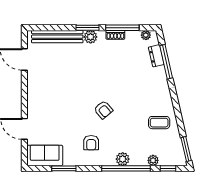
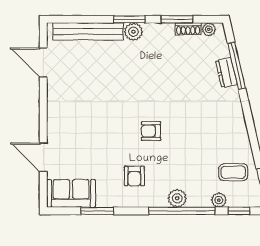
window: (122, 28) -> (177, 19), width x0.69
shoe rack: (115, 35) -> (188, 29), moved
dresser: (156, 56) -> (226, 73), moved
armchair: (103, 110) -> (151, 131), turned 130
coffee table: (159, 123) -> (233, 172), moved

